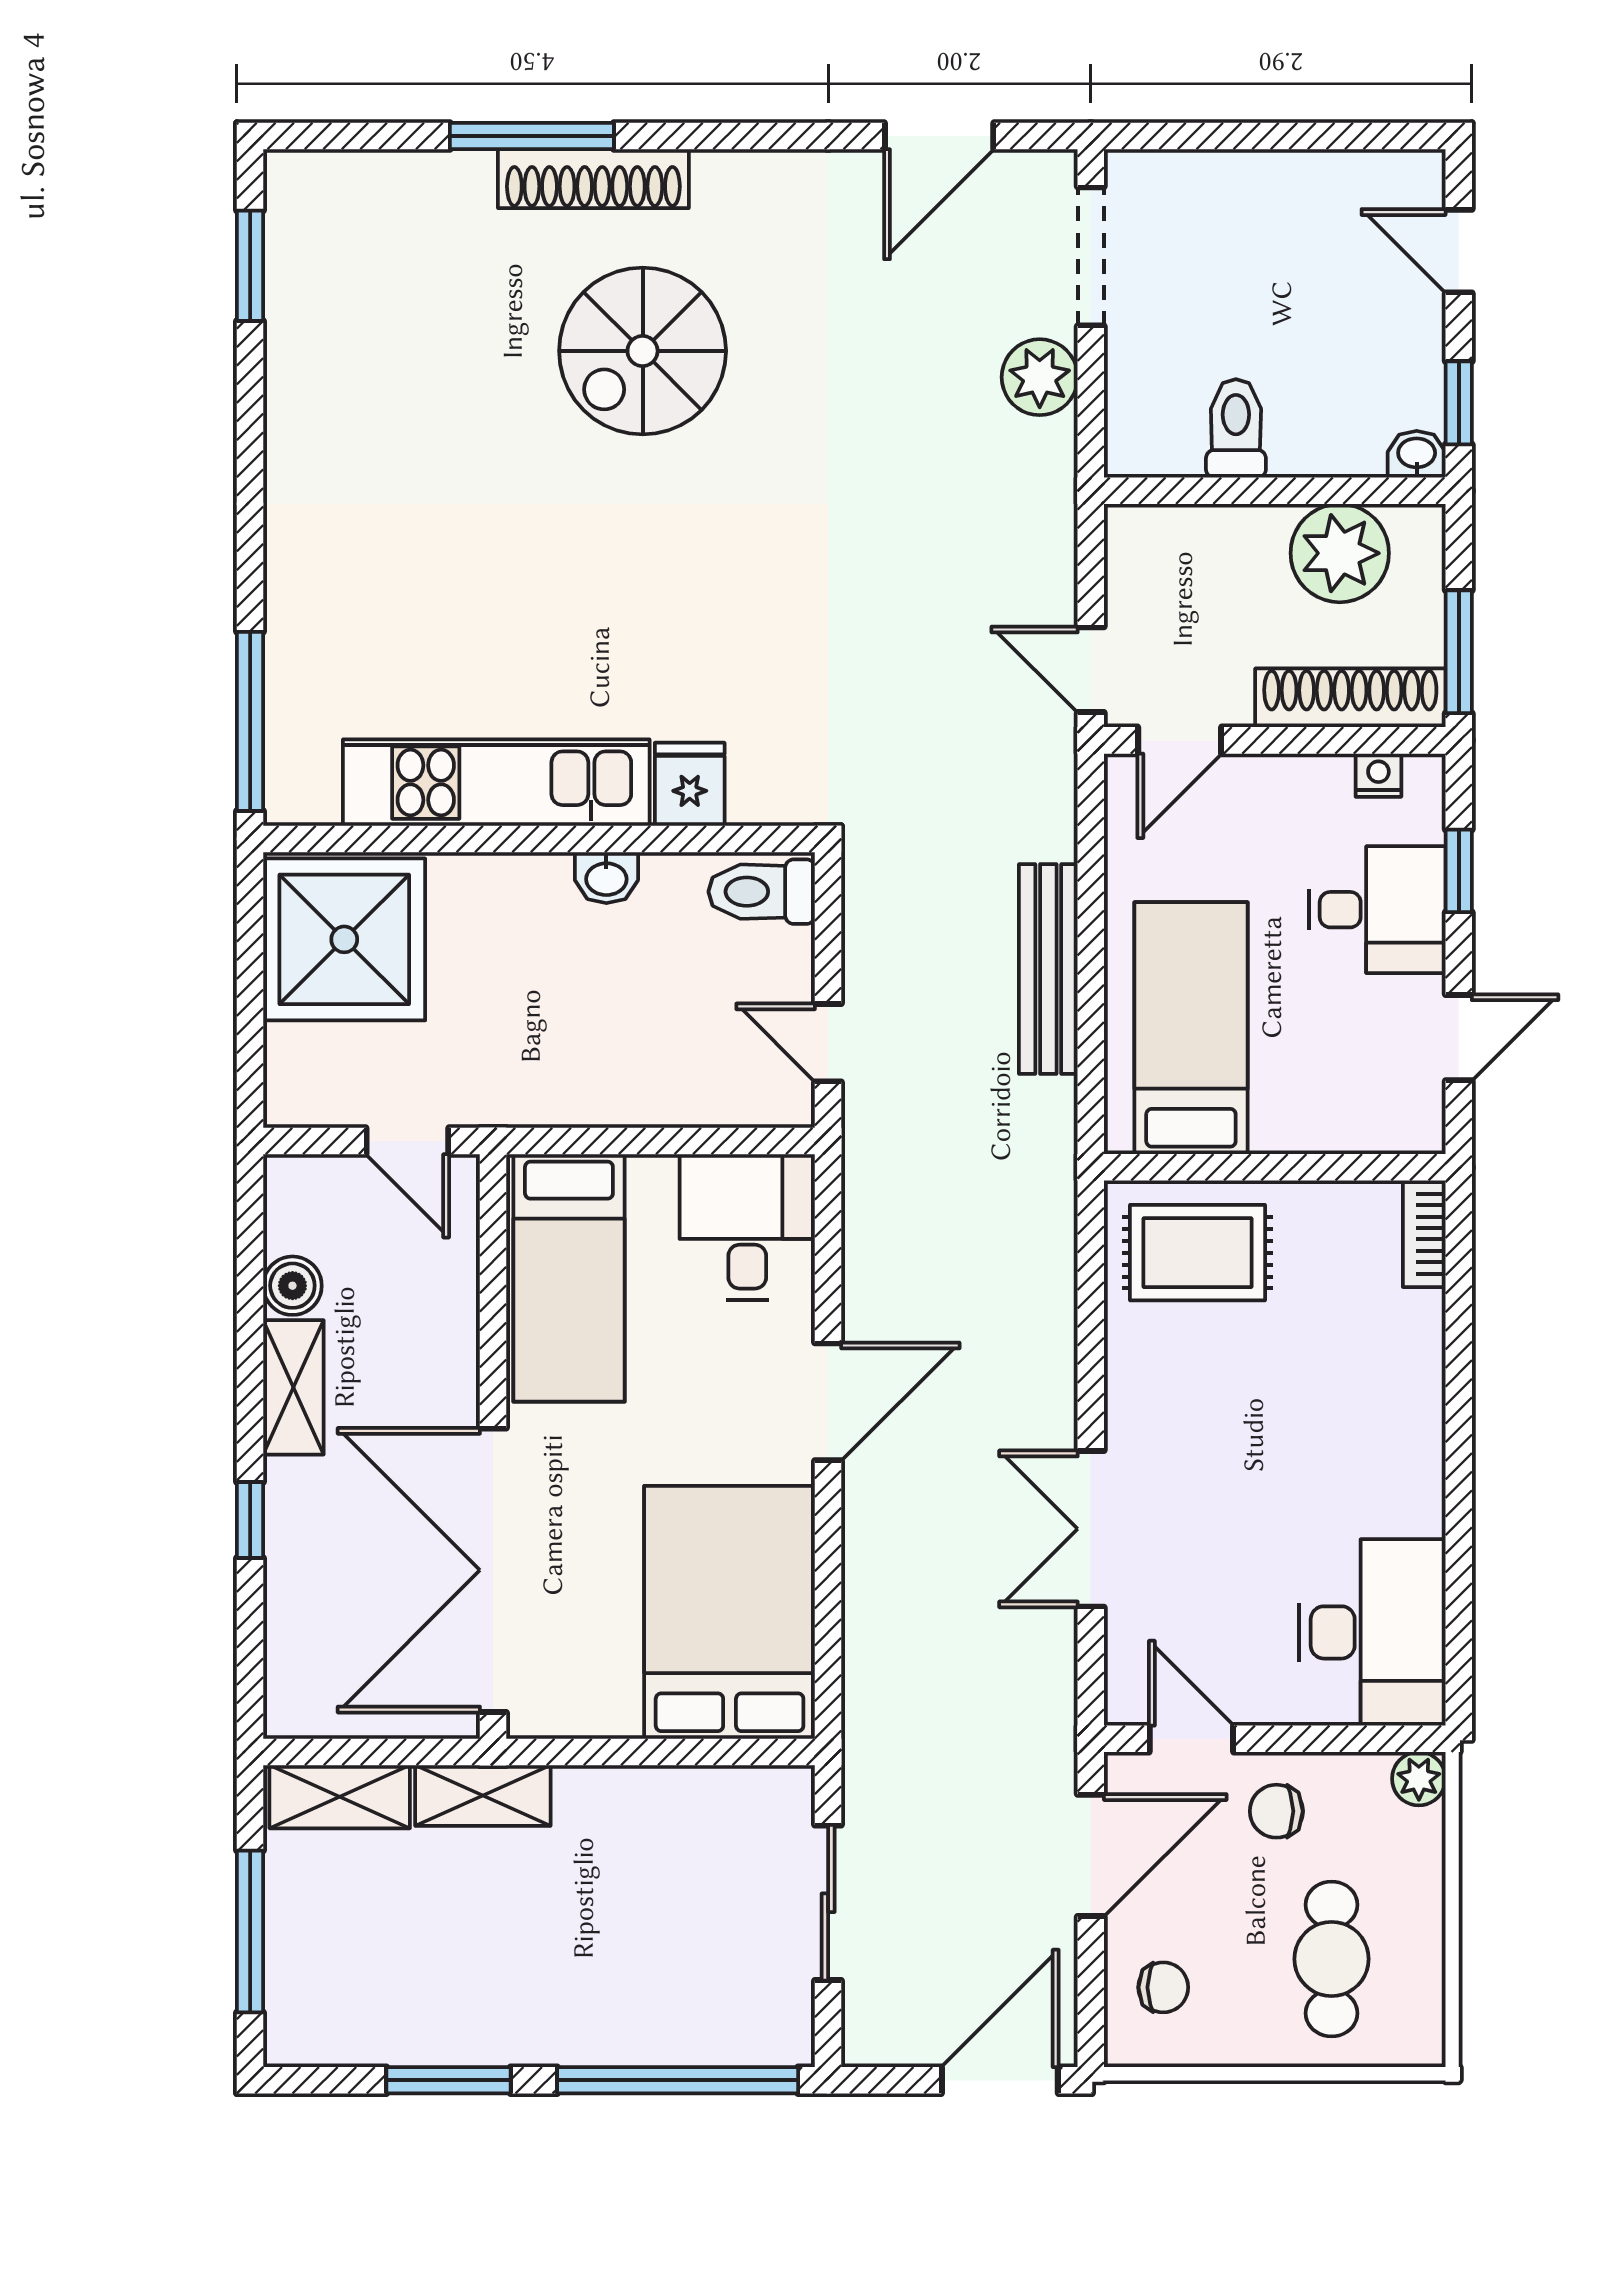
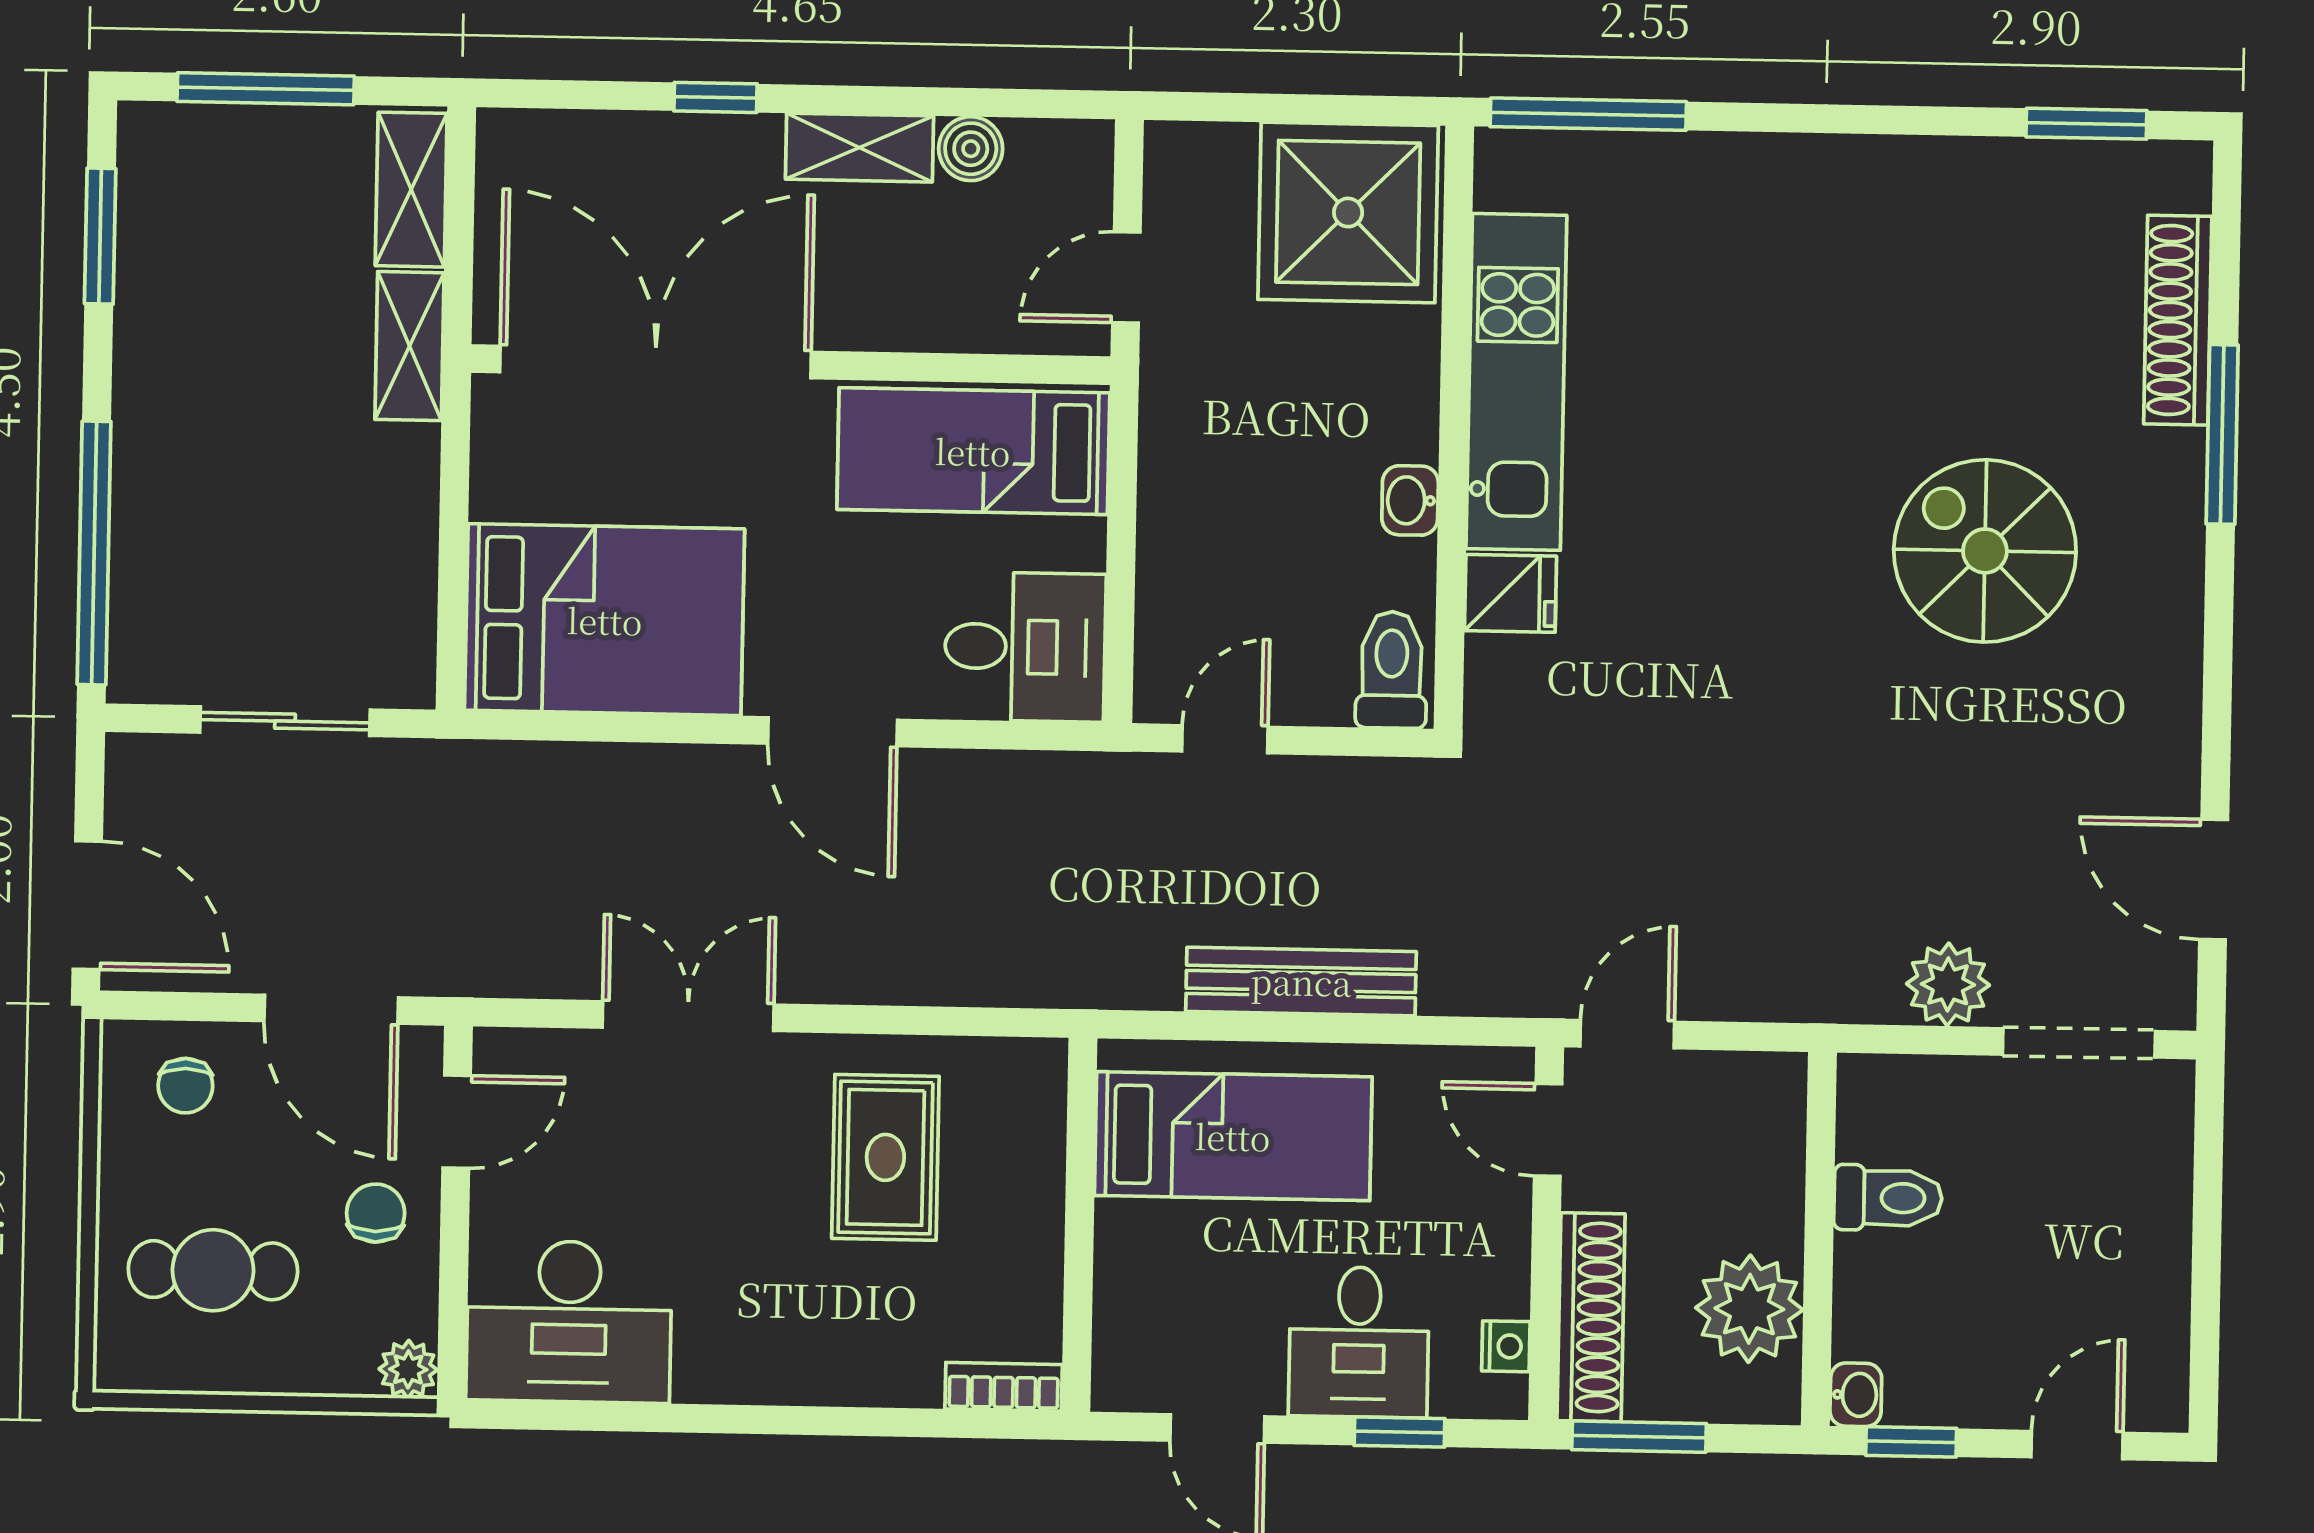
shoe rack: (593, 179) -> (2178, 320), moved
rug: (1197, 1253) -> (885, 1157), moved
window: (448, 2080) -> (100, 236), moved

